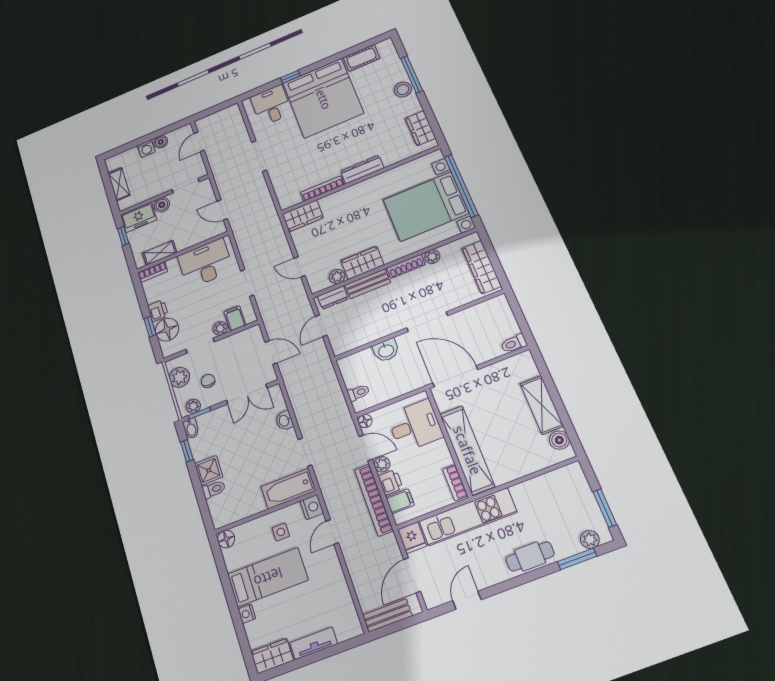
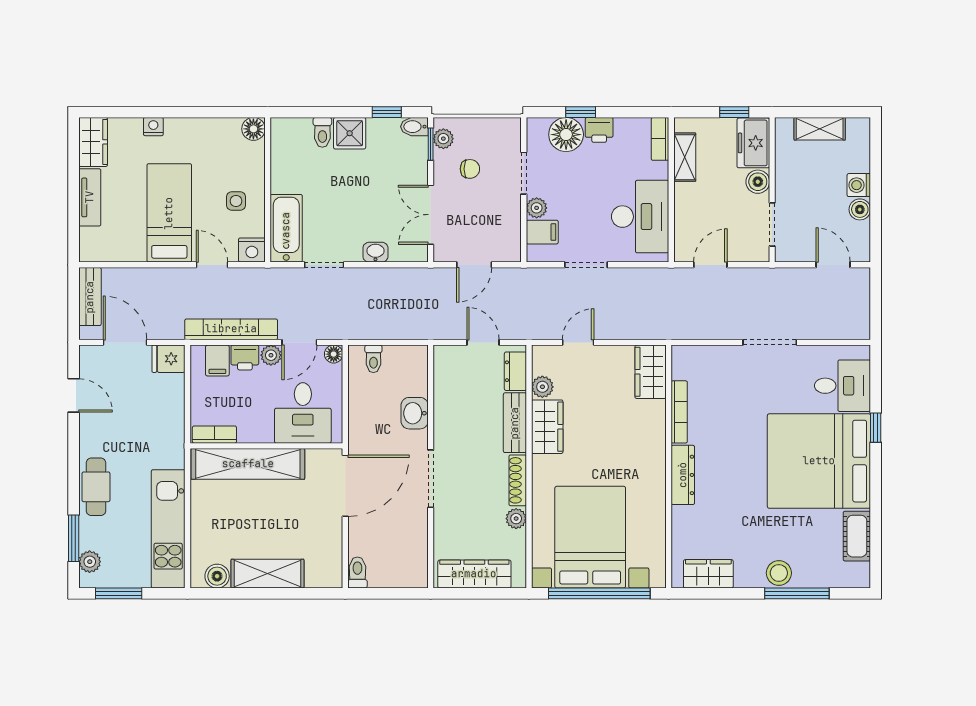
plant: (180, 377) -> (491, 132), removed
kitchen unit: (468, 517) -> (168, 529), moved
bed: (268, 577) -> (169, 213), moved, turned 180

